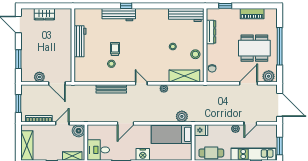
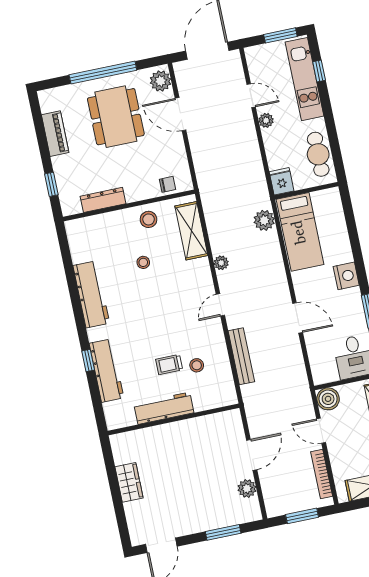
wardrobe: (44, 14) -> (129, 482), moved
workbench: (186, 15) -> (91, 294), moved
workbench: (80, 41) -> (164, 408), moved
wall: (73, 45) -> (174, 419), moved

